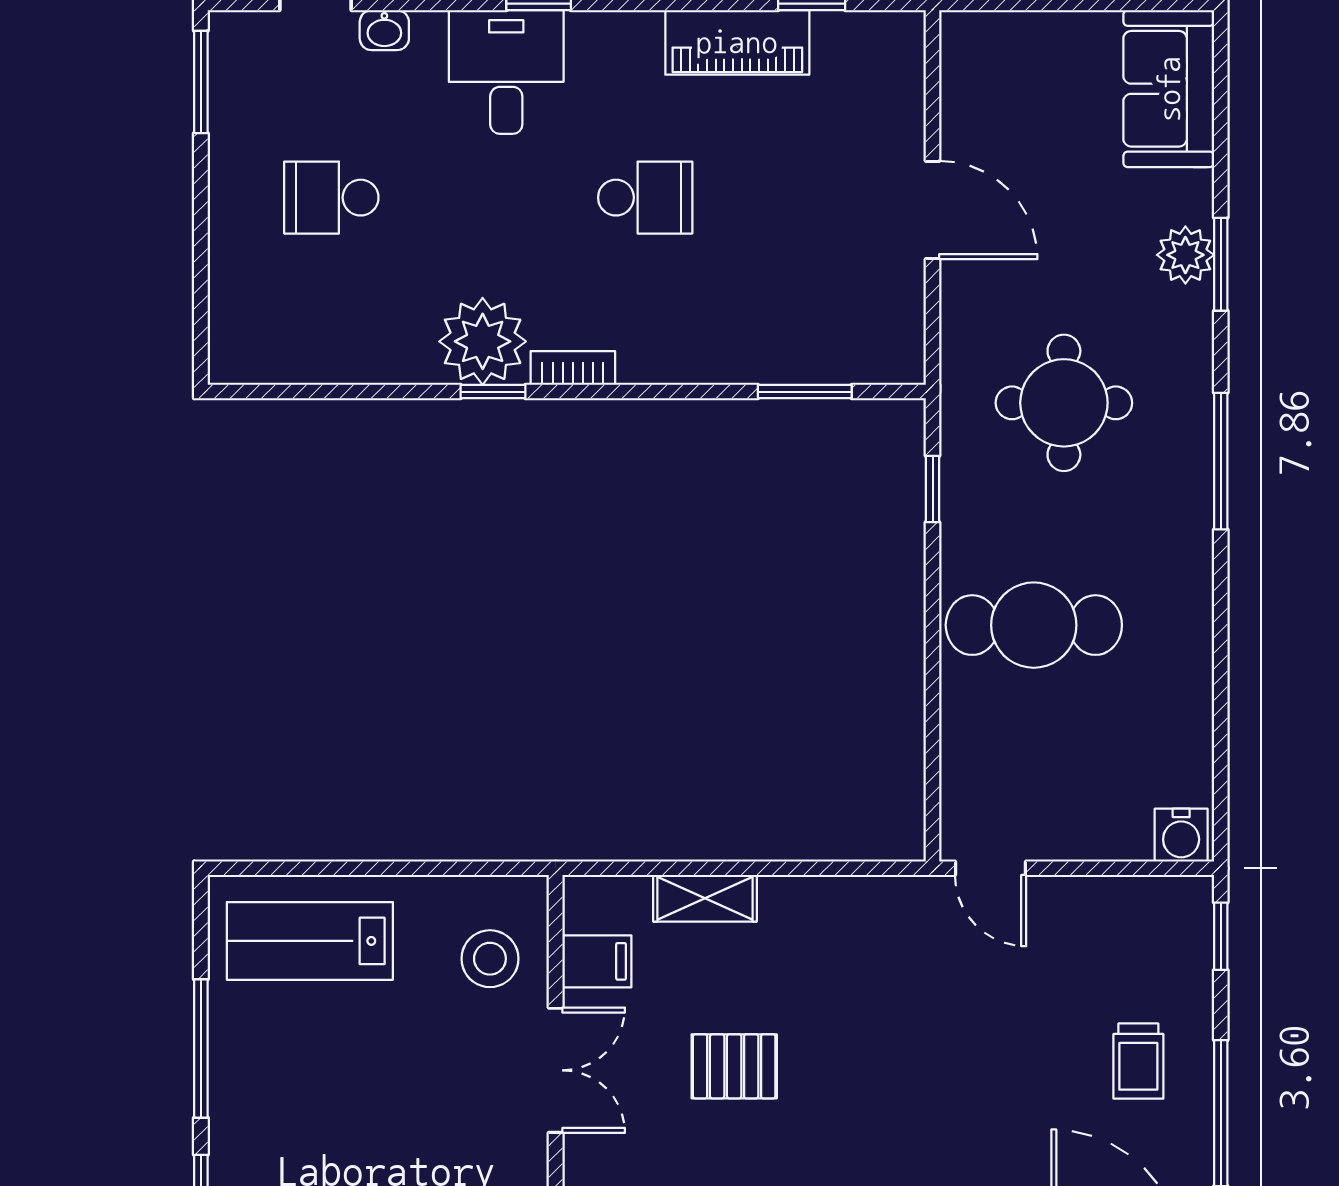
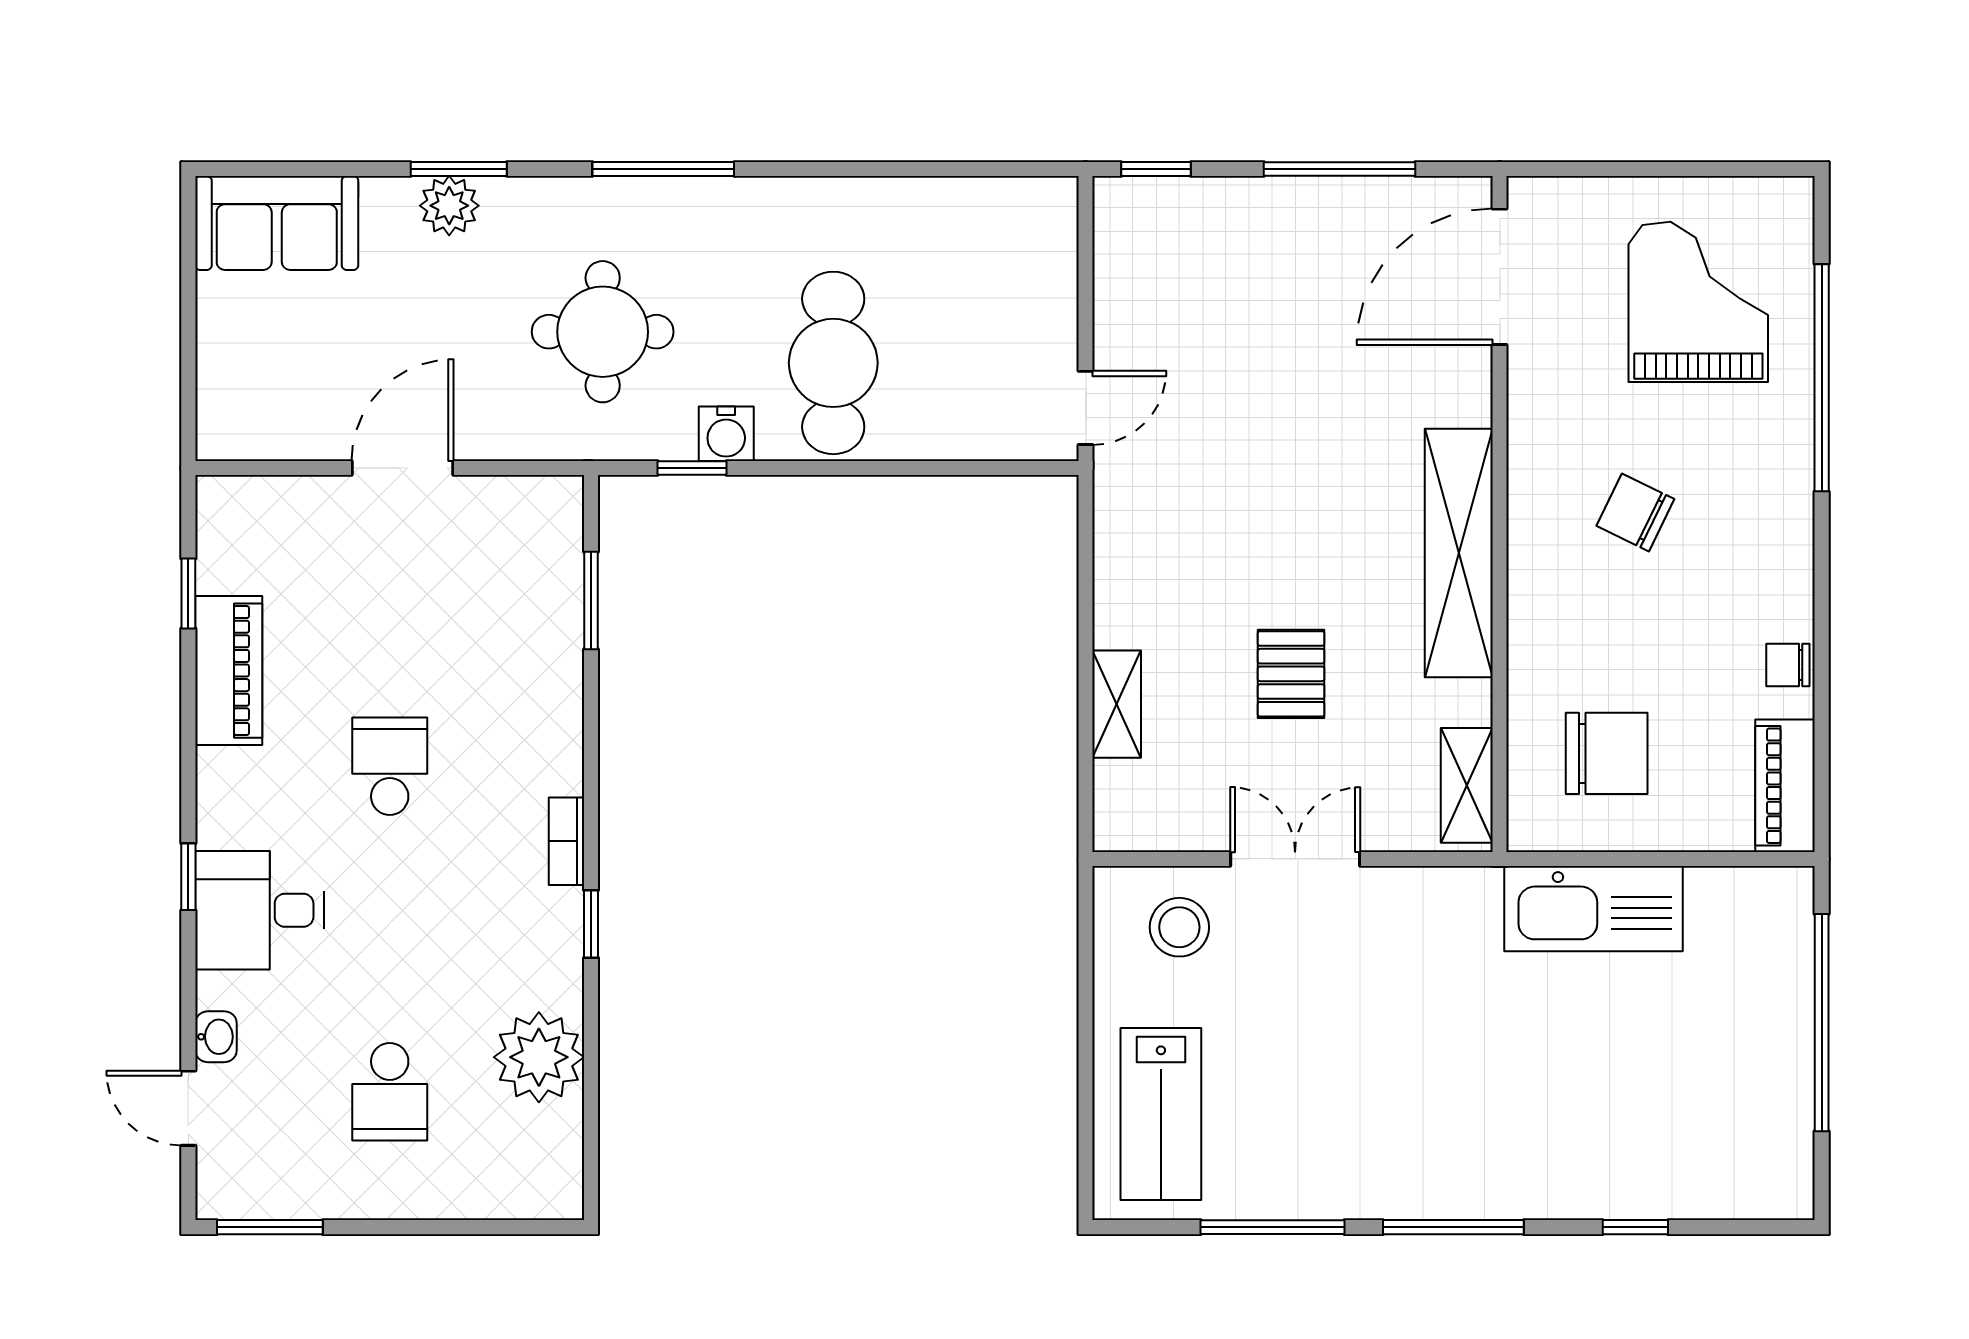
plant: (483, 341) -> (539, 1057), moved
water cooler: (1181, 835) -> (726, 434), moved, turned 90
filing cabinet: (597, 961) -> (1182, 816), removed
trolley: (1138, 1061) -> (1286, 254), removed

